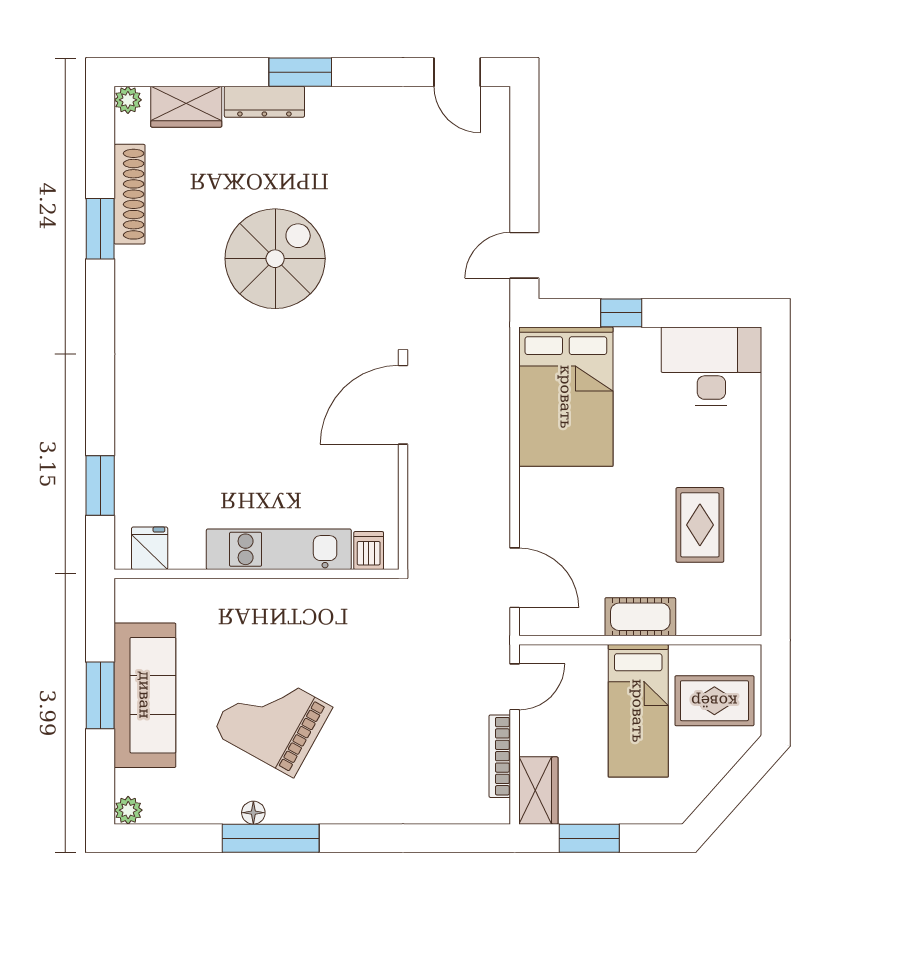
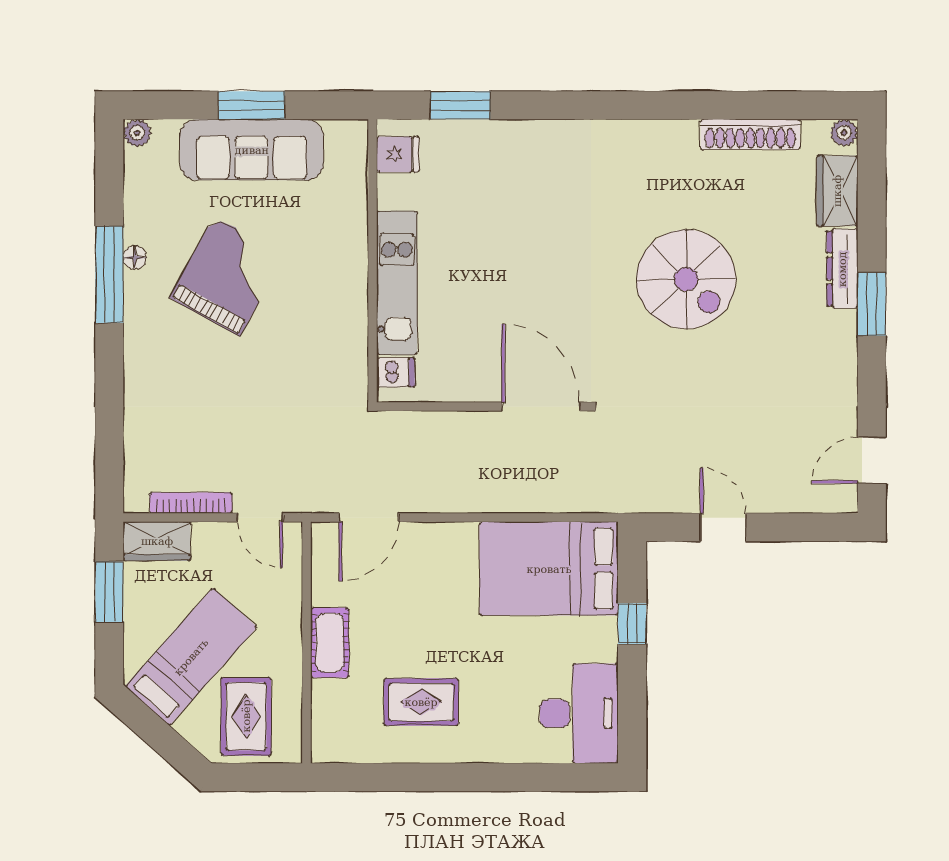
window: (100, 229) -> (716, 105), removed
door: (524, 255) -> (723, 527), moved
bed: (638, 711) -> (191, 657), moved, turned 132

